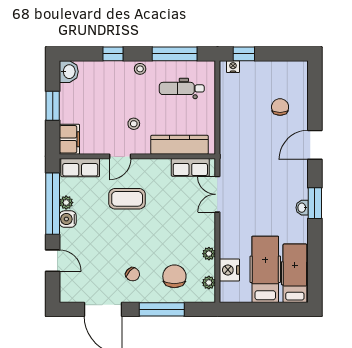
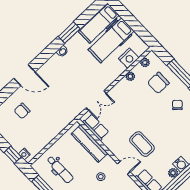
window: (315, 203) -> (69, 33), moved

